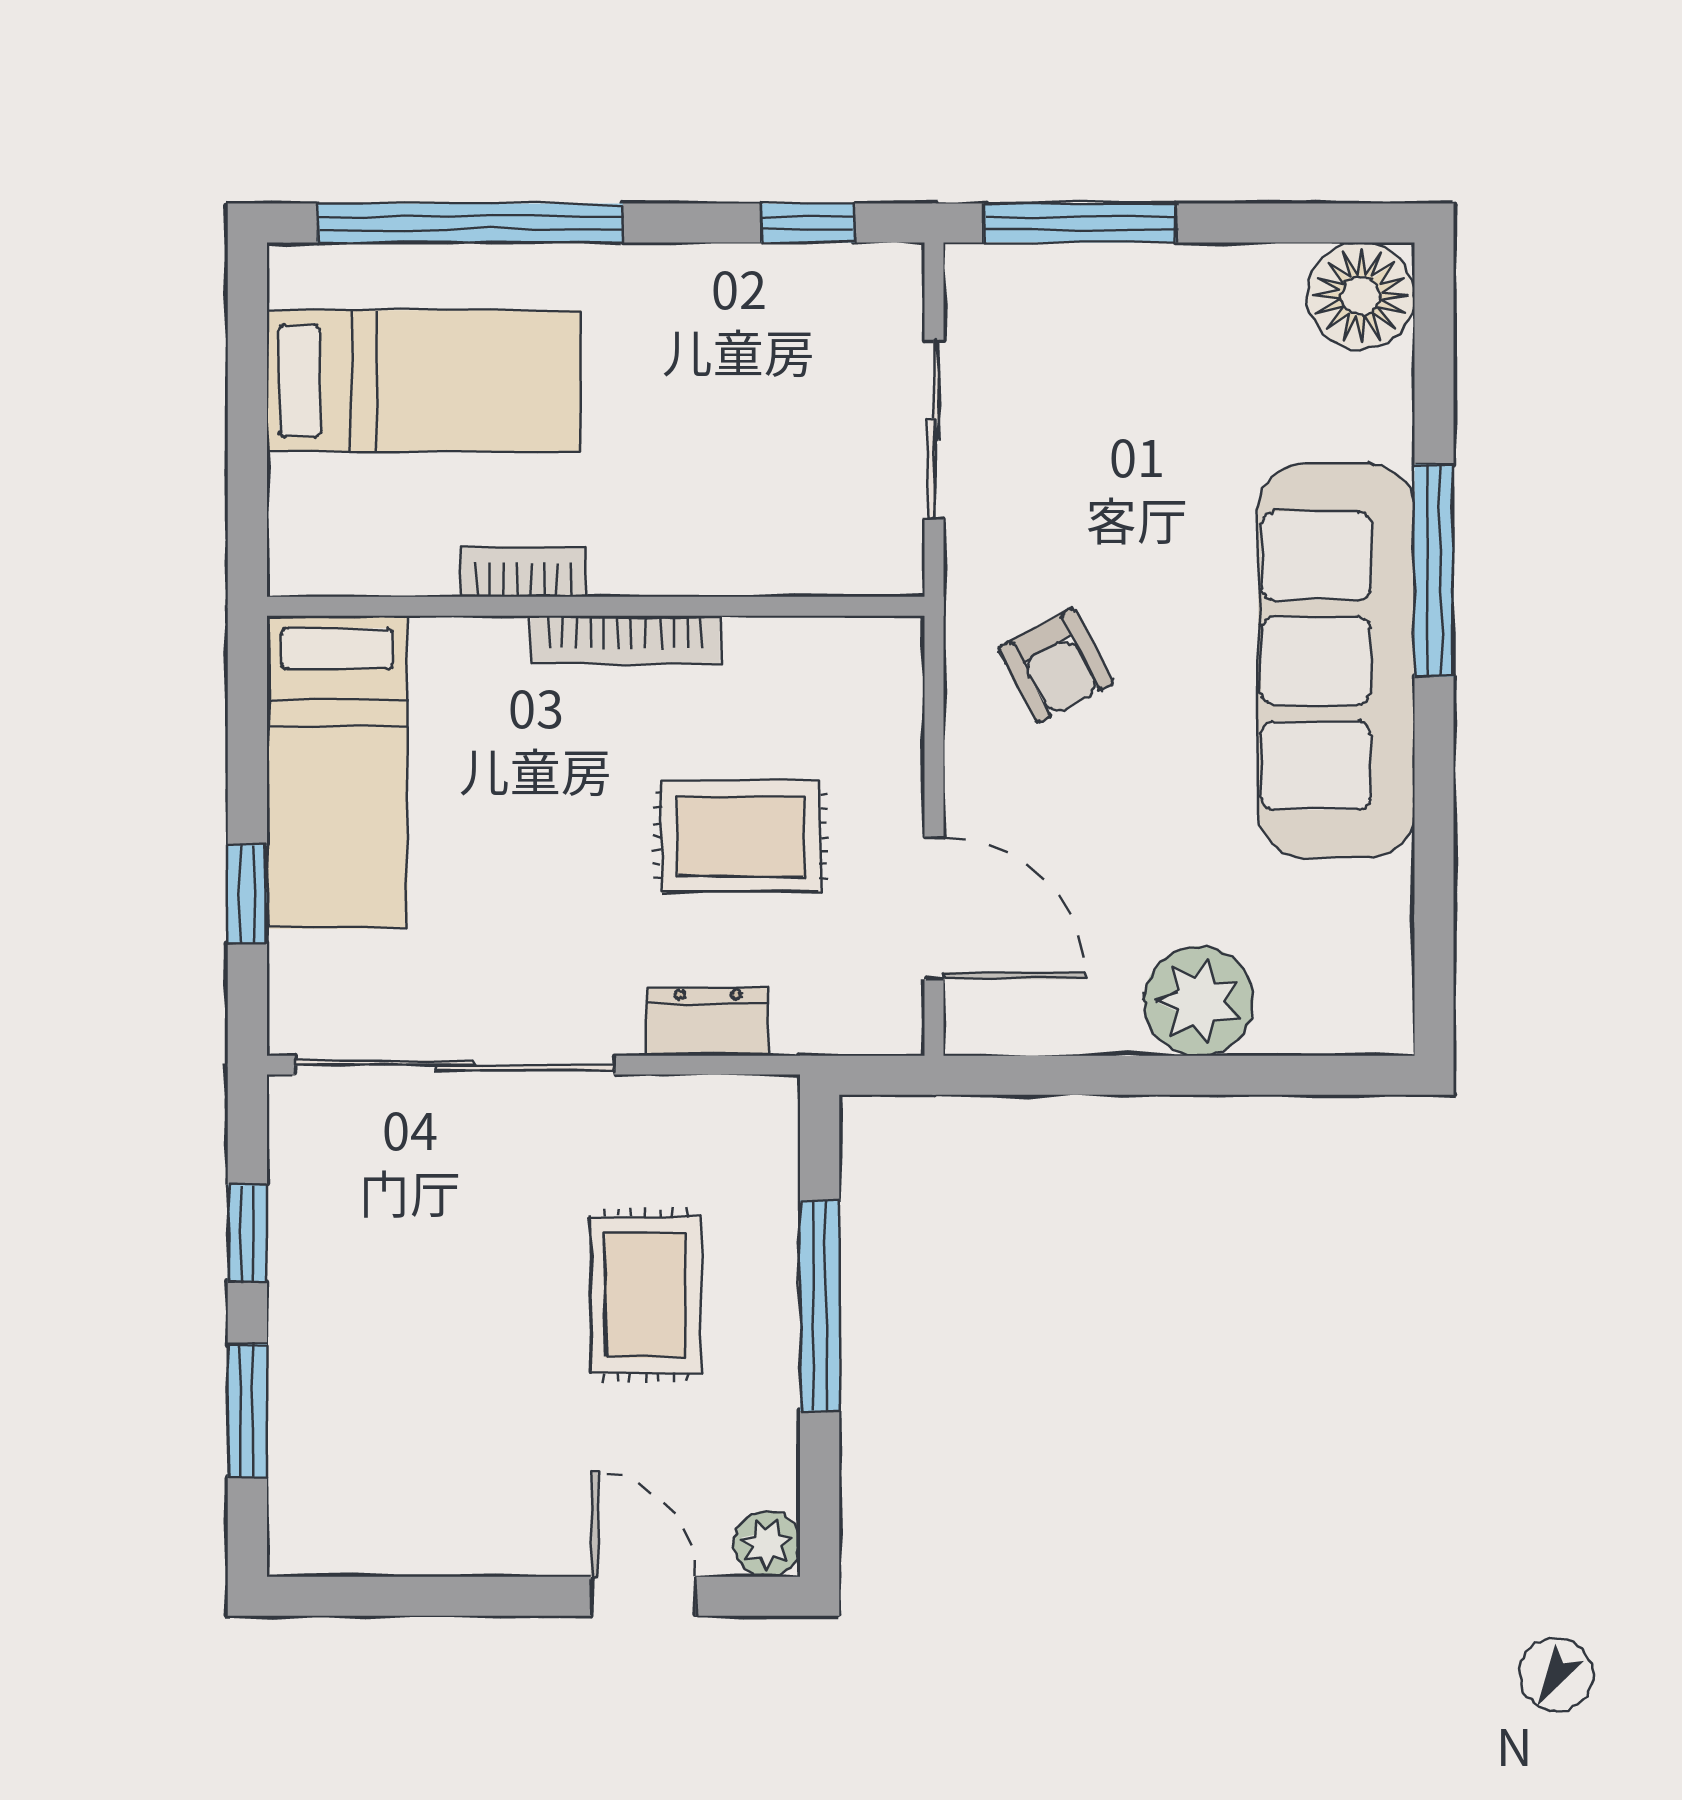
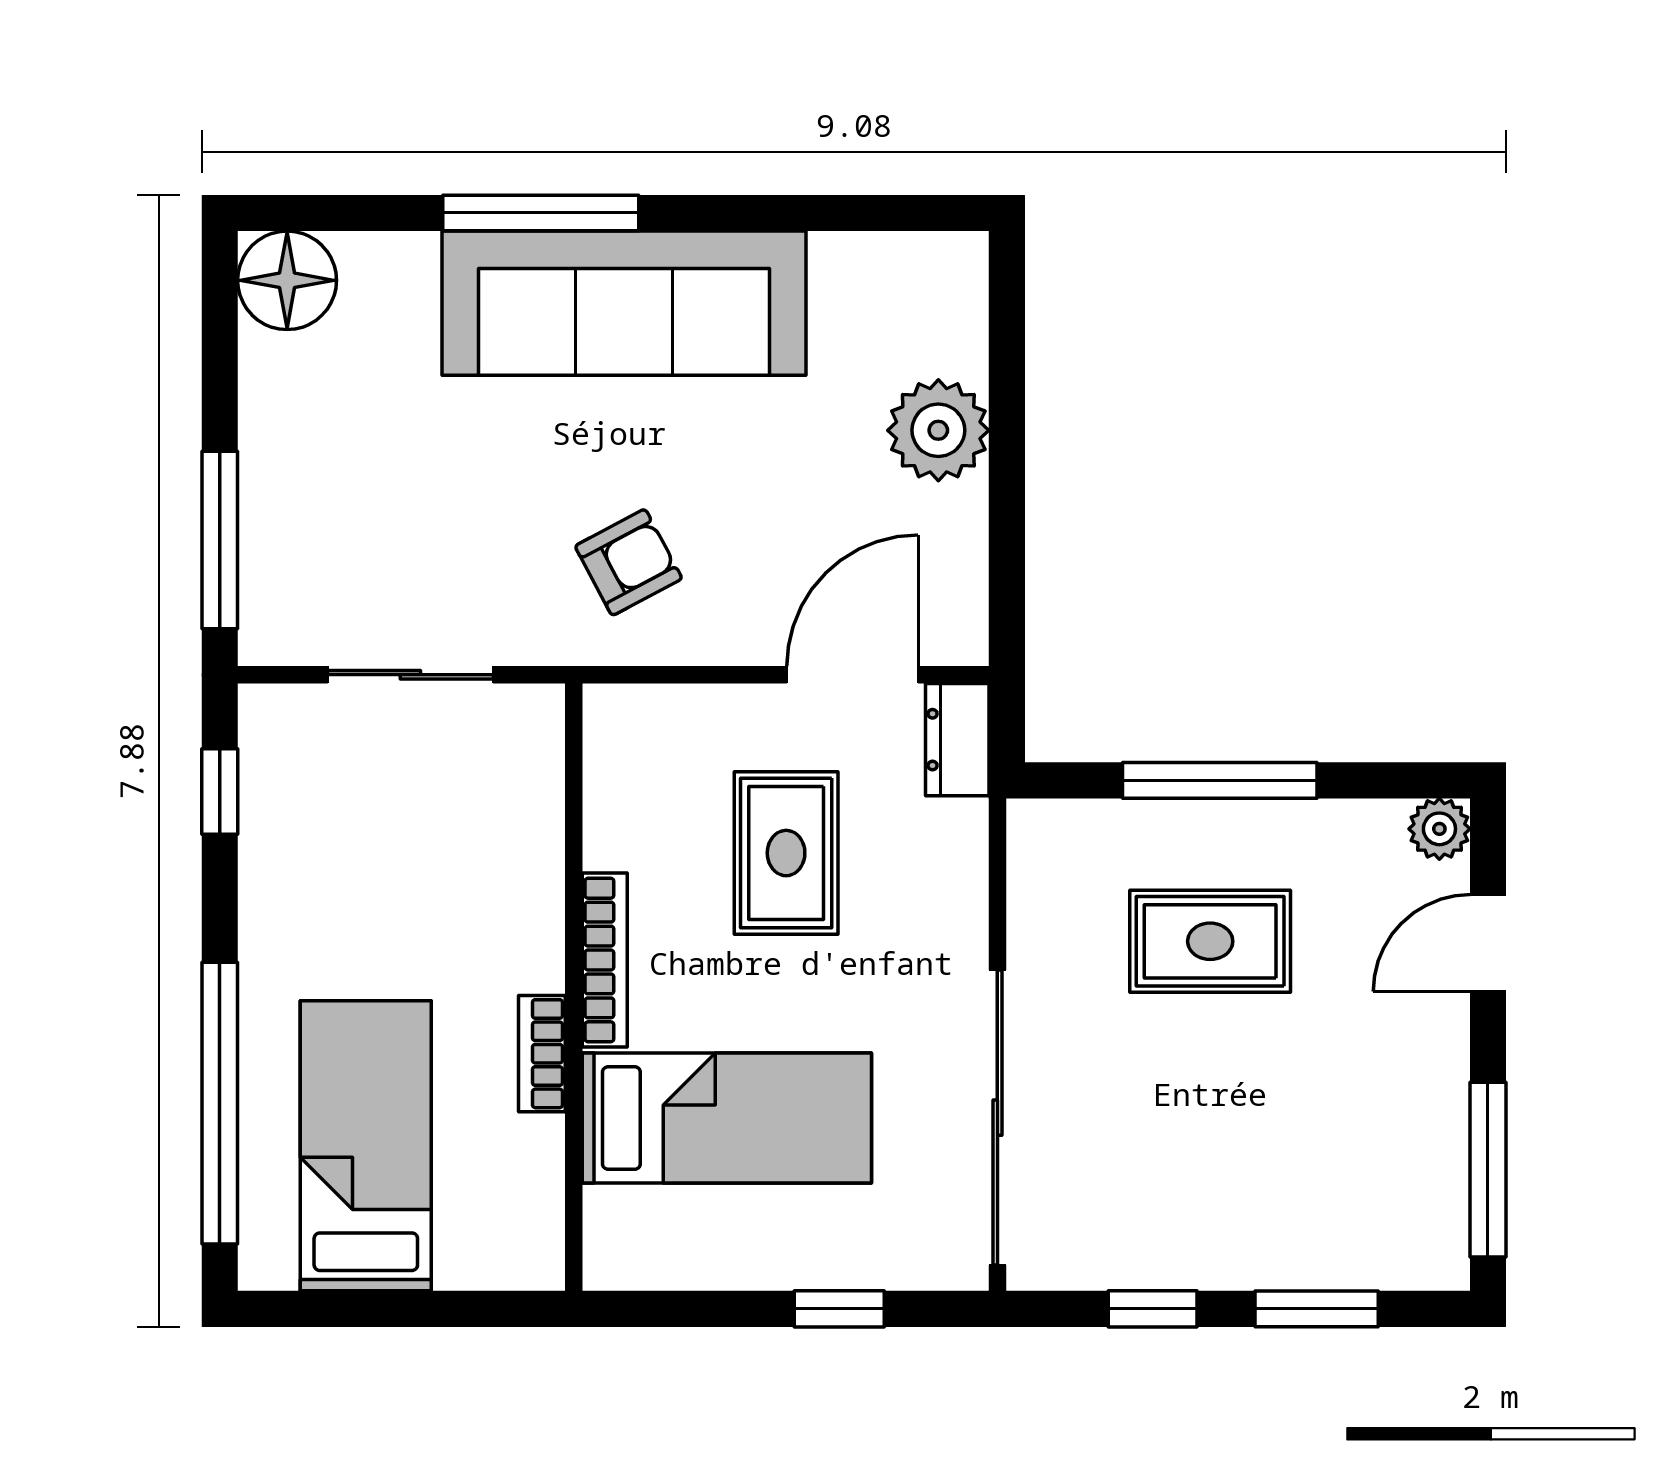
bed: (337, 772) -> (727, 1118), moved
dresser: (708, 1022) -> (957, 740), moved
window: (398, 1596) -> (1488, 1170), added

